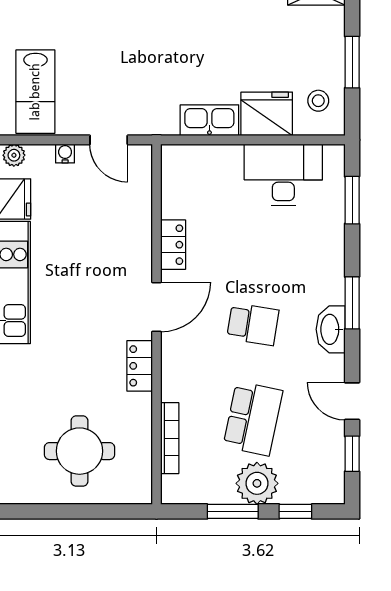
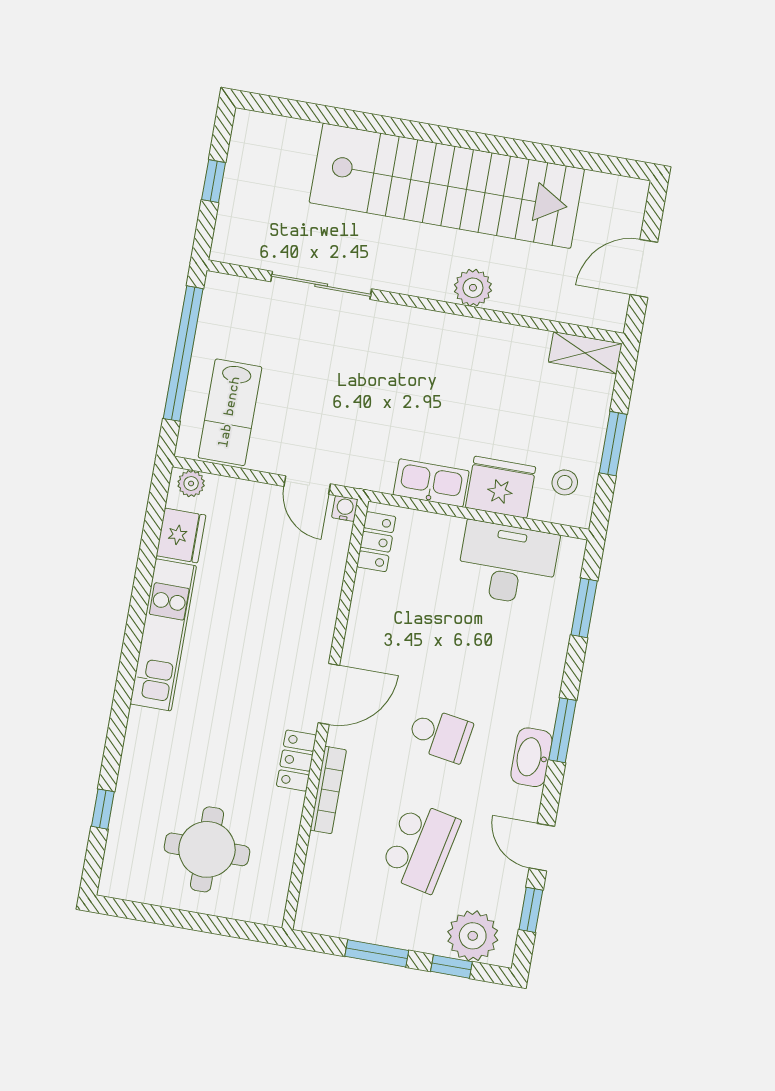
water cooler: (65, 154) -> (345, 508), moved
locker: (173, 245) -> (376, 542), moved
bookcase: (170, 438) -> (328, 790), moved
plant: (257, 483) -> (473, 936), moved

